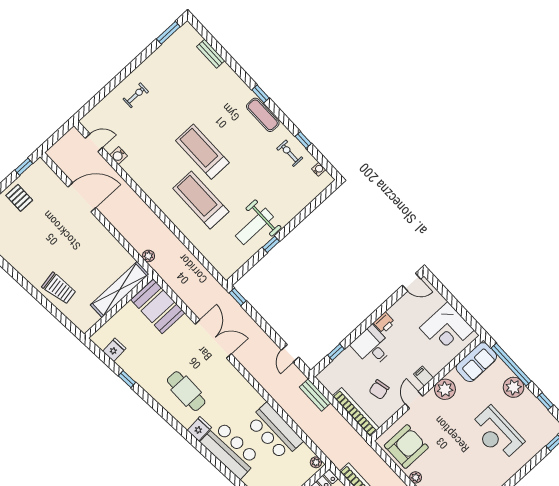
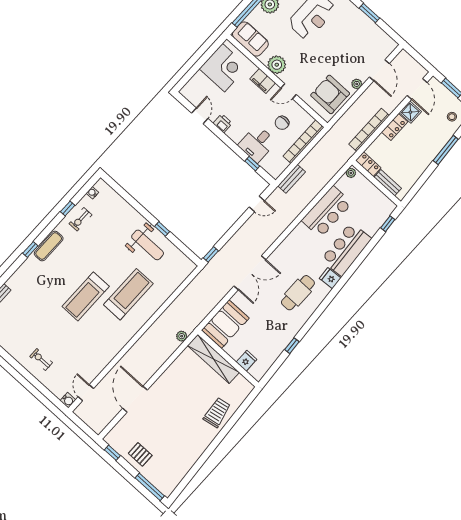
water cooler: (118, 155) -> (68, 400), moved
pallet: (19, 198) -> (140, 454), turned 90
treadmill: (201, 200) -> (128, 294), turned 180
door: (412, 282) -> (200, 116), moved
double door: (213, 339) -> (250, 273), swing flipped
desk: (372, 346) -> (257, 144), moved
fridge: (114, 350) -> (246, 361), moved, turned 94
filing cabinet: (424, 376) -> (263, 81), width x2.00
chair: (379, 390) -> (282, 123), turned 103

